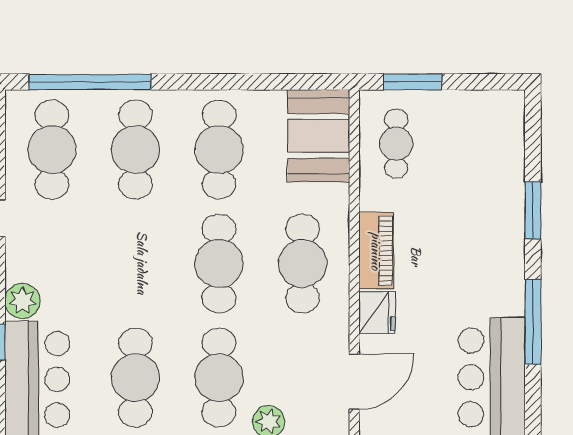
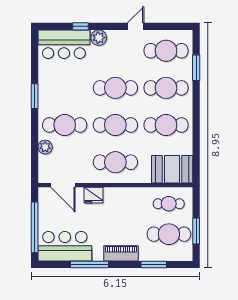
window: (90, 82) -> (196, 68), width x0.47
window: (413, 82) -> (196, 231), moved
cafe table: (465, 143) -> (169, 234), added
window: (533, 210) -> (154, 264), moved
piano: (376, 251) -> (121, 253), moved, turned 180
cafe table: (135, 378) -> (115, 88), moved

